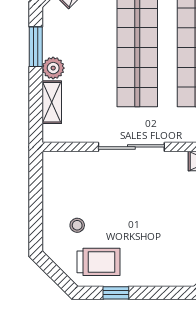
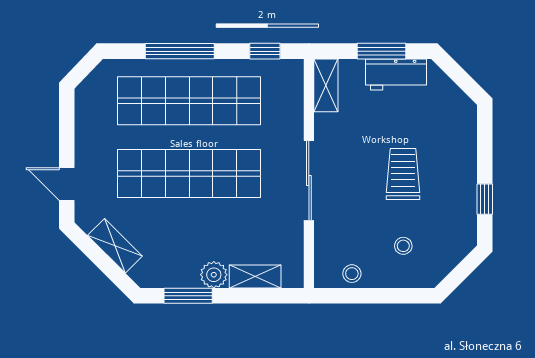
stool: (54, 183) -> (352, 274), added
trolley: (98, 262) -> (403, 174), moved

